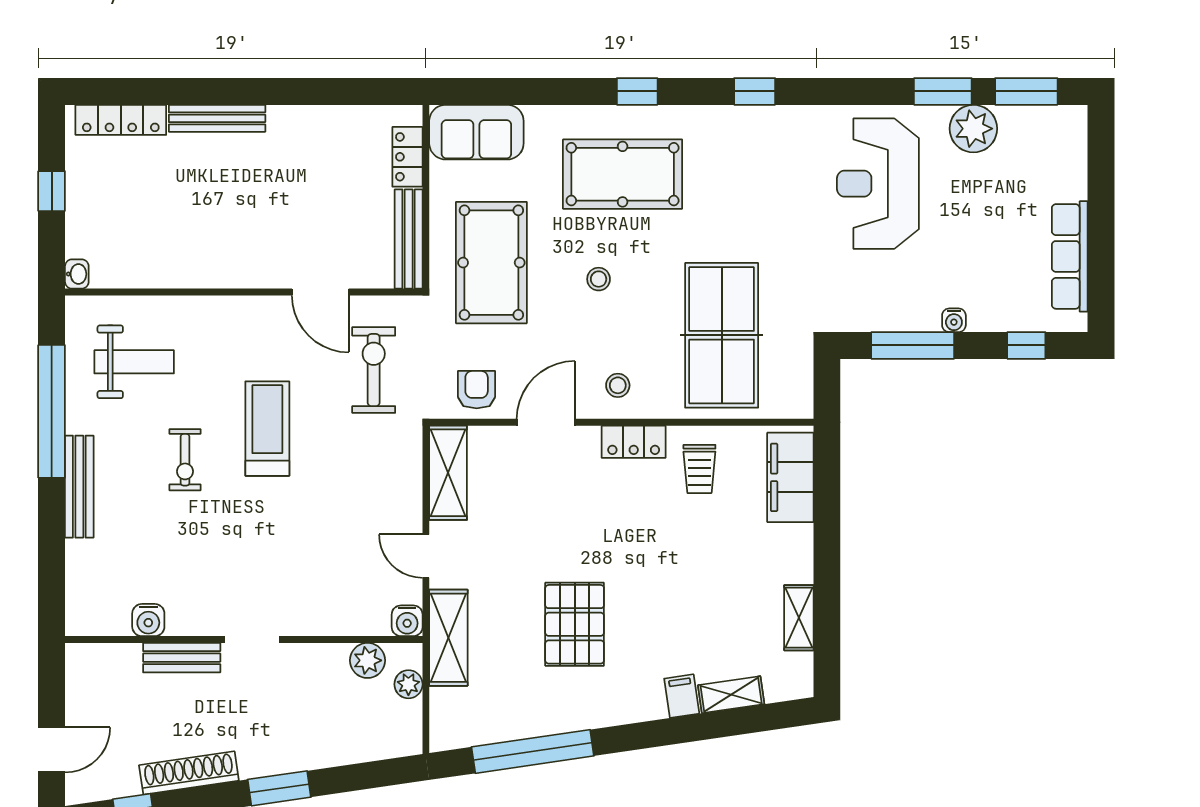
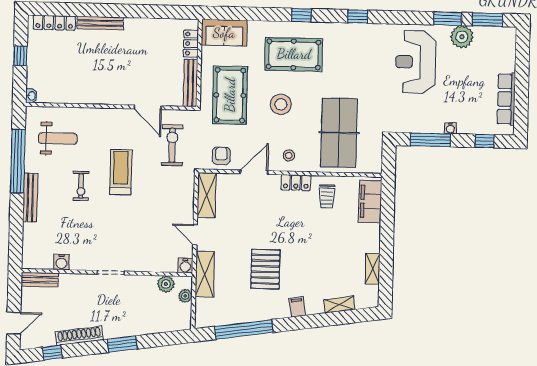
stool: (599, 279) -> (281, 104), width x1.89, depth x1.89
bench: (182, 658) -> (40, 280), moved
filing cabinet: (682, 696) -> (297, 307), moved

